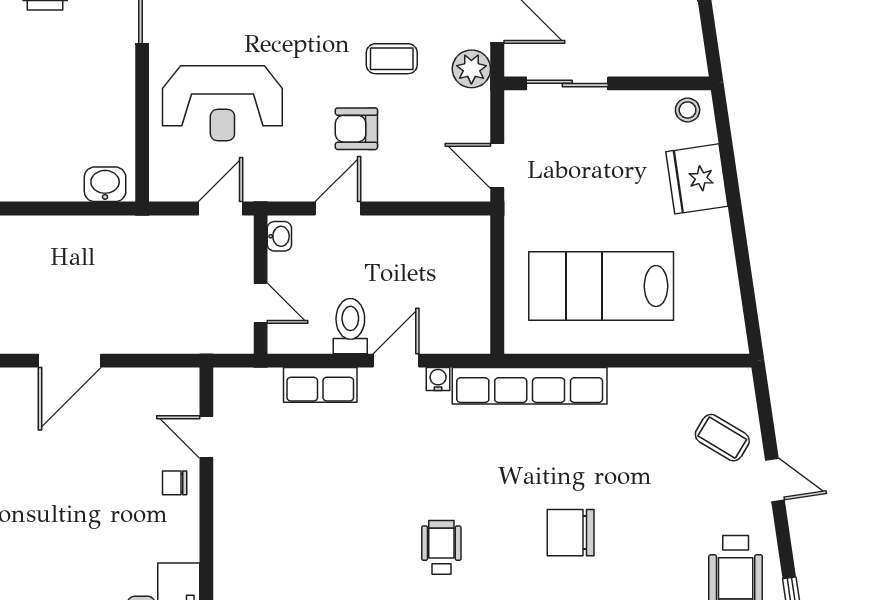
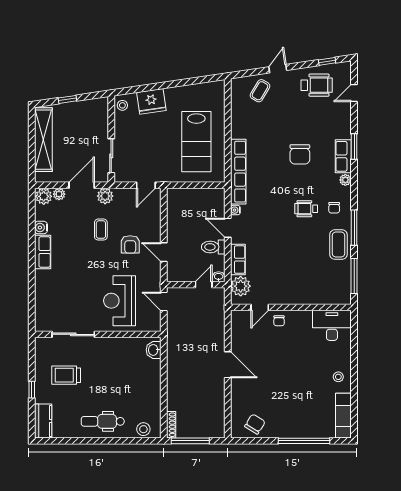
reception desk: (222, 103) -> (120, 301), turned 180
washbasin: (279, 236) -> (219, 277), moved
plant: (257, 391) -> (241, 286), added

